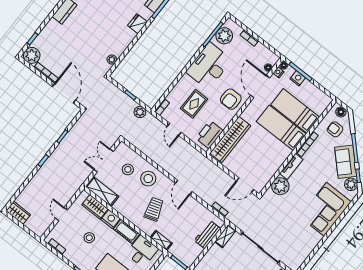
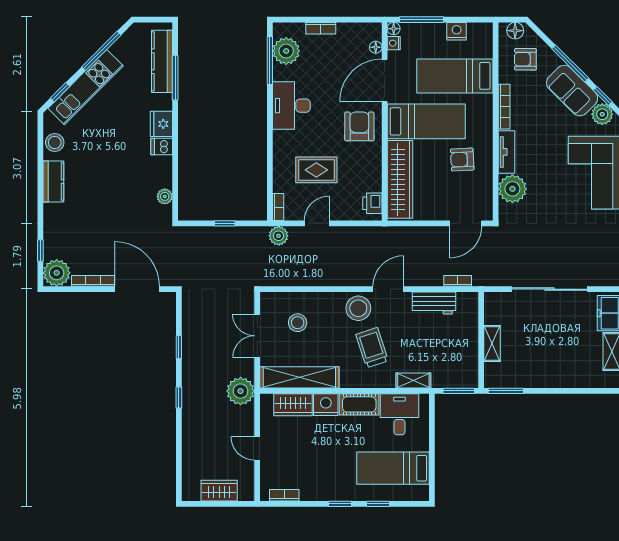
dishwasher: (129, 35) -> (162, 146), added
desk: (209, 66) -> (291, 106), width x0.73, depth x0.77
nightstand: (298, 78) -> (457, 31), moved
door: (260, 87) -> (385, 80), hinge flipped
armchair: (231, 99) -> (359, 126), turned 180
rug: (194, 104) -> (316, 170), turned 90
plant: (140, 112) -> (279, 236), moved
bed: (281, 128) -> (426, 121), moved, turned 180
door: (174, 129) -> (317, 223), swing flipped
printer: (209, 135) -> (372, 203), width x0.53, depth x0.68
armchair: (267, 153) -> (462, 159), added
stool: (148, 179) -> (358, 308), moved
plant: (75, 181) -> (241, 391), added
door: (184, 187) -> (388, 289), swing flipped
shelving: (102, 191) -> (299, 377), width x1.47
wardrobe: (18, 213) -> (219, 491), moved
workbench: (207, 234) -> (434, 303), moved, turned -90
shelving: (225, 236) -> (492, 344), moved
stool: (89, 238) -> (317, 451), removed

